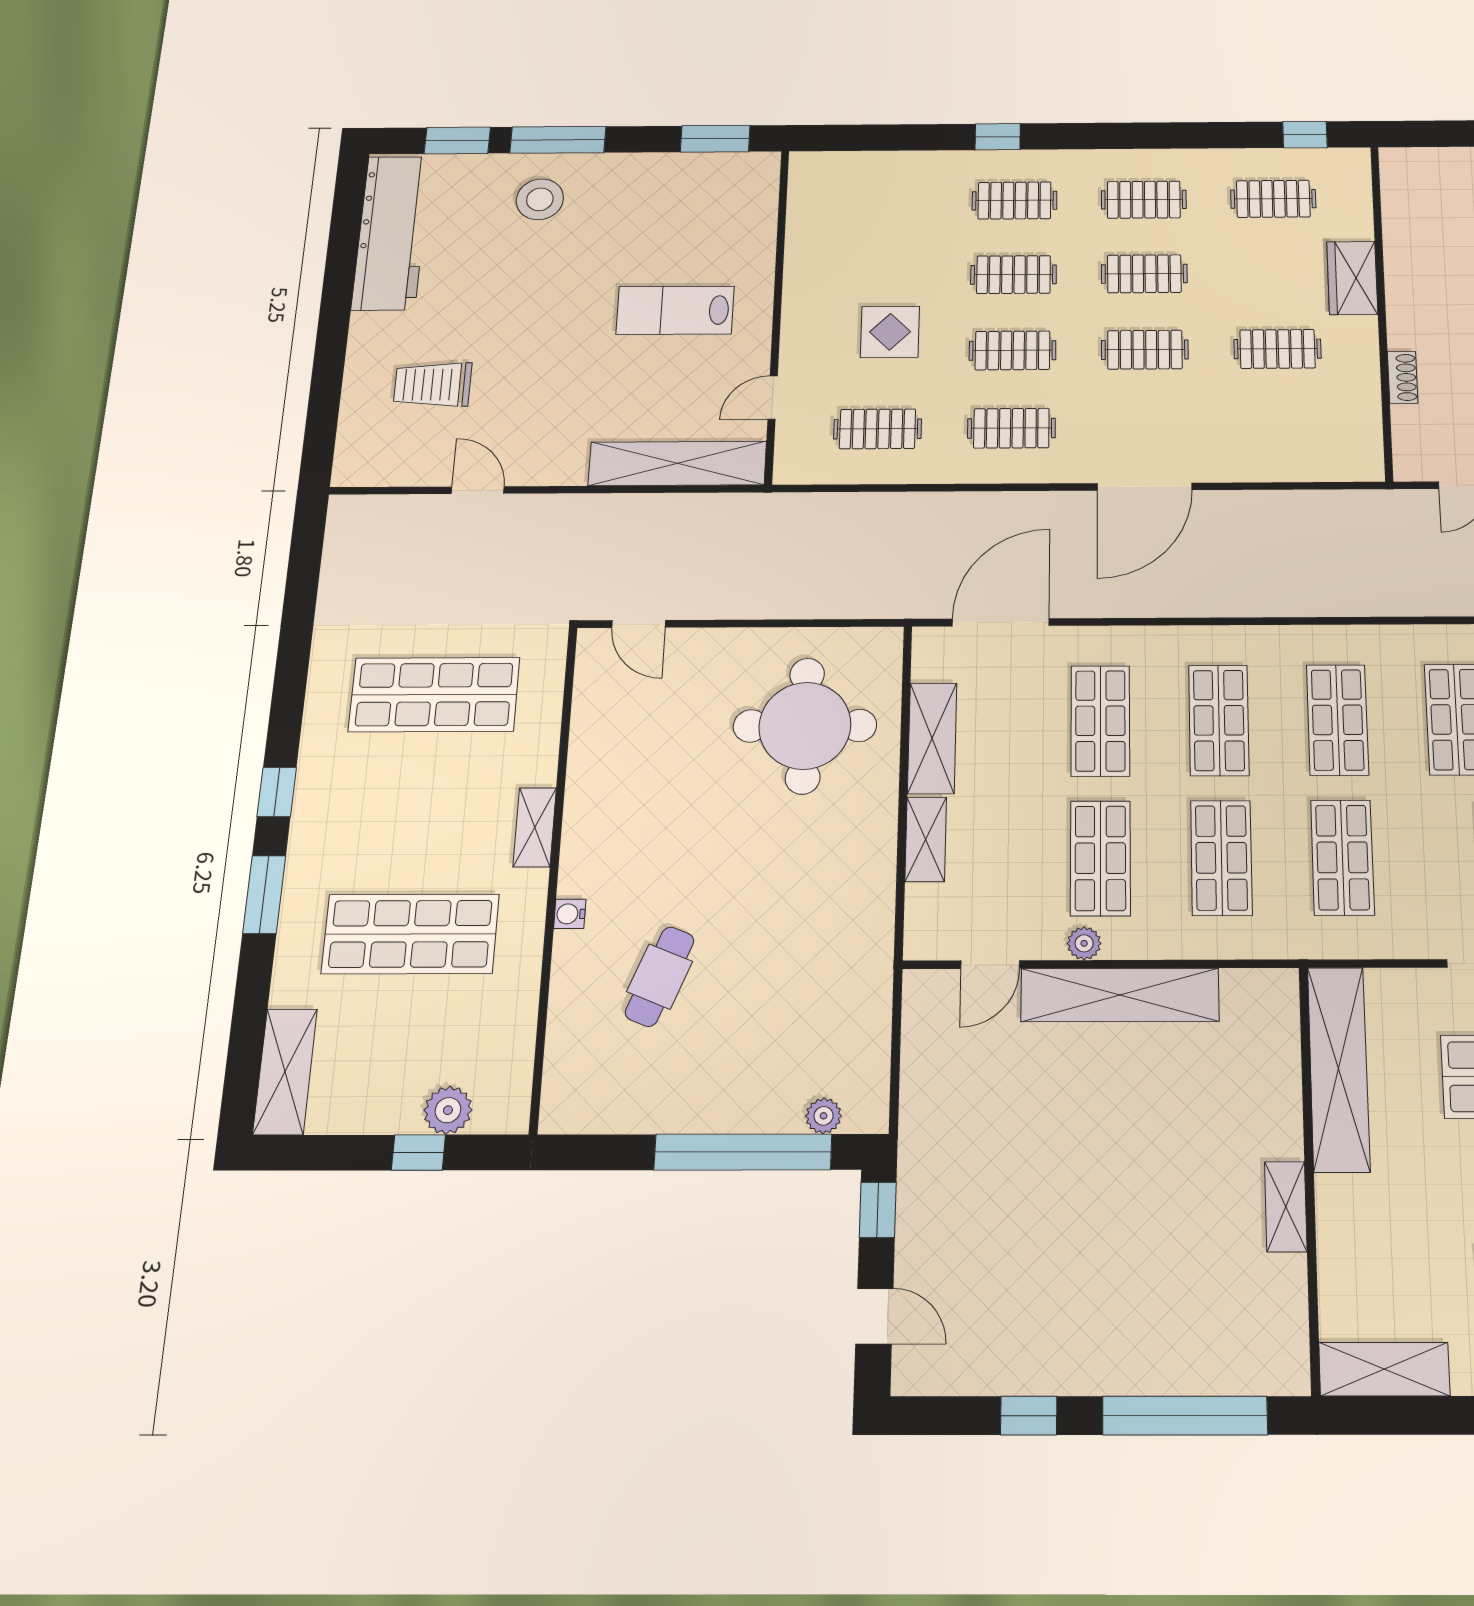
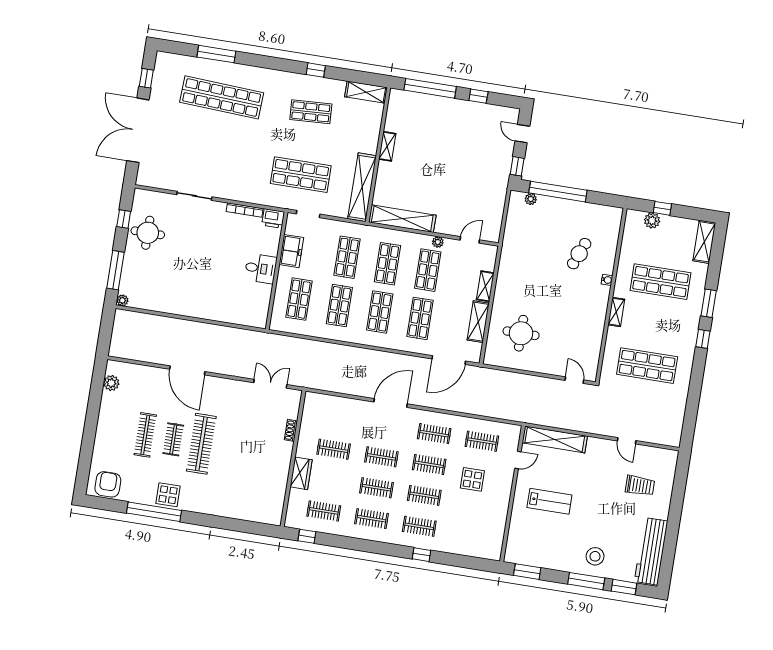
round table: (805, 726) -> (521, 333), width x0.73, depth x0.73
shelving: (1120, 995) -> (402, 219), moved

